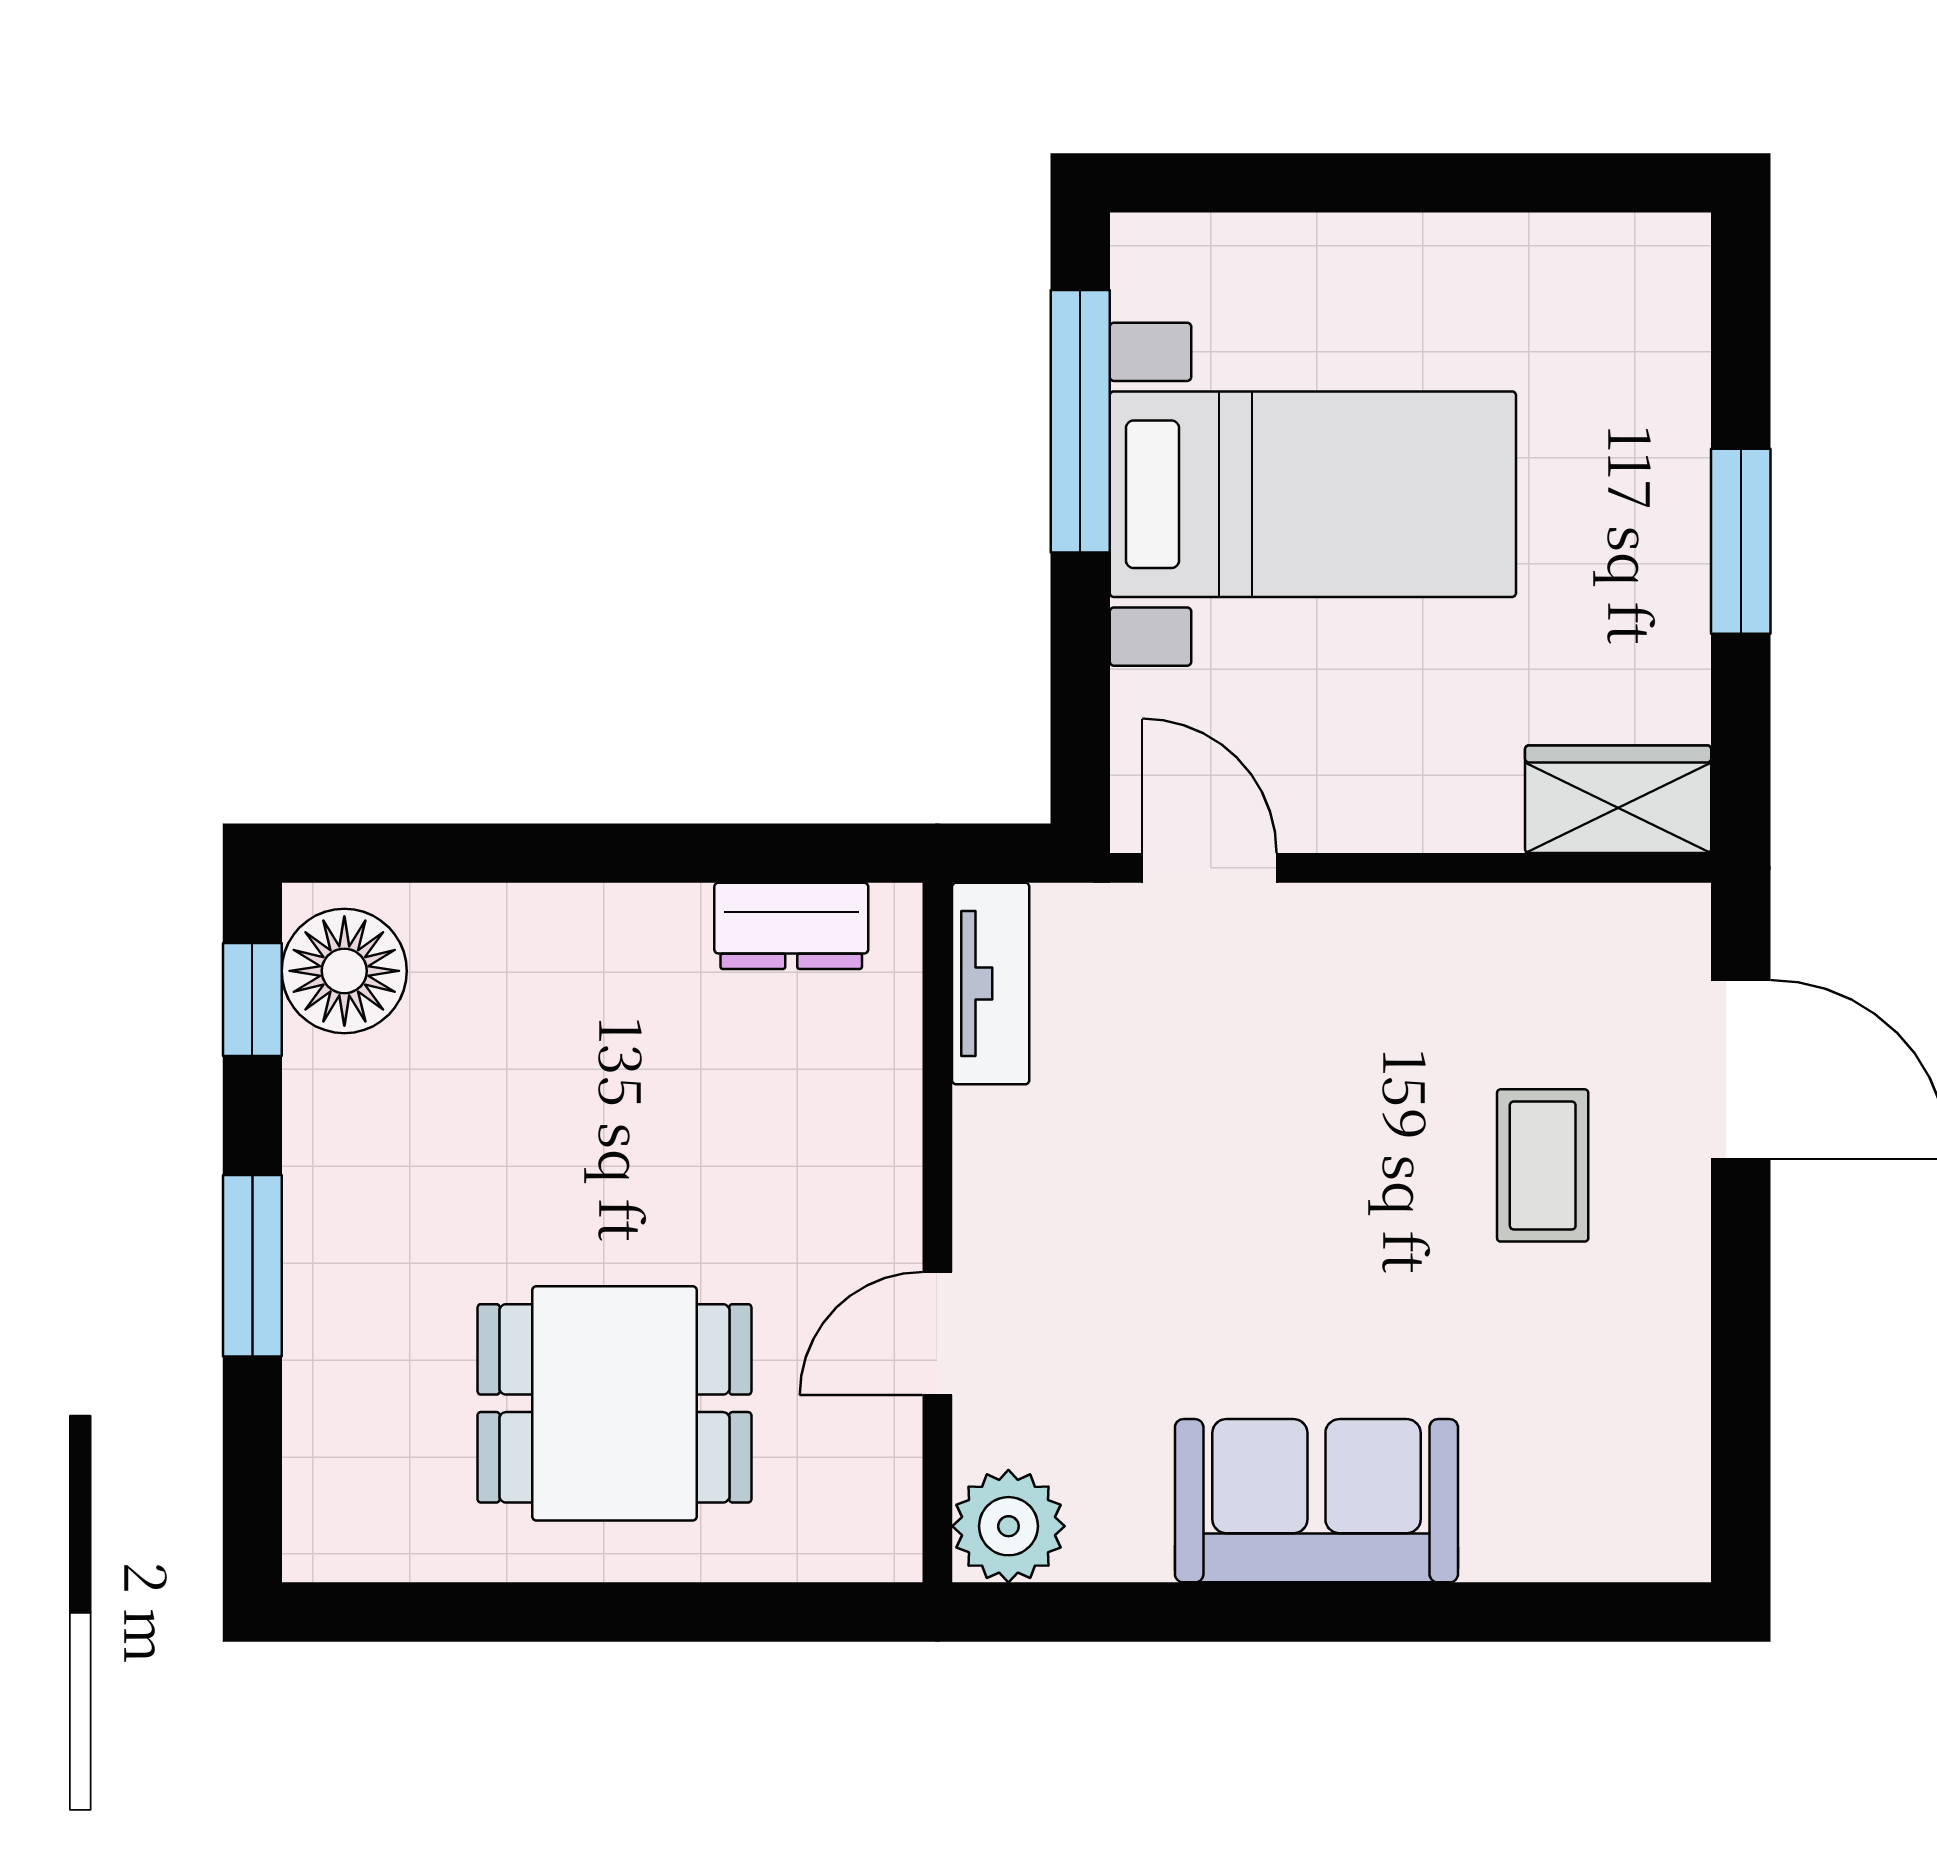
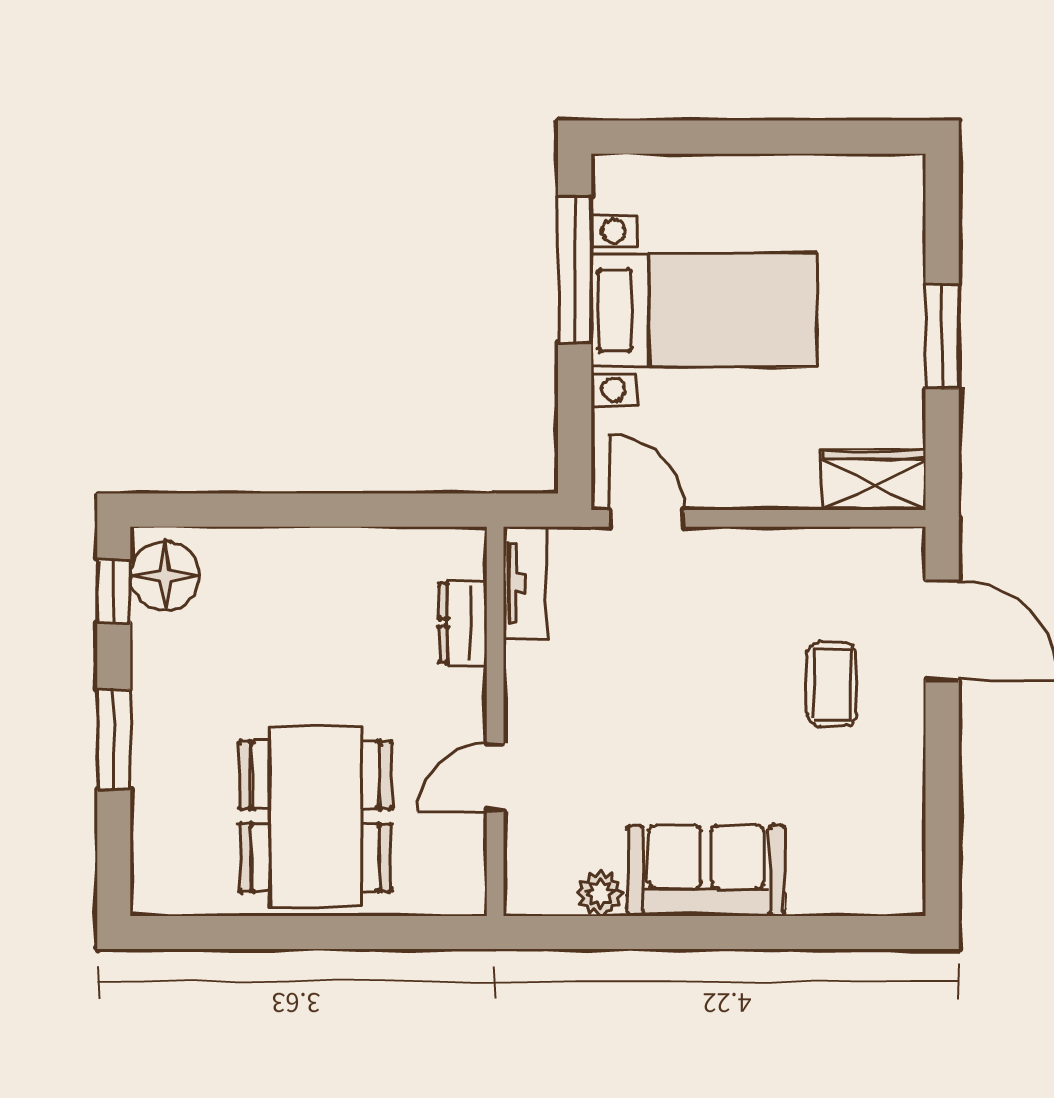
dresser: (791, 926) -> (463, 623), moved, turned 90
dining table: (614, 1403) -> (315, 816), width x1.38
plant: (1008, 1526) -> (600, 893), moved, width x0.73, depth x0.73

